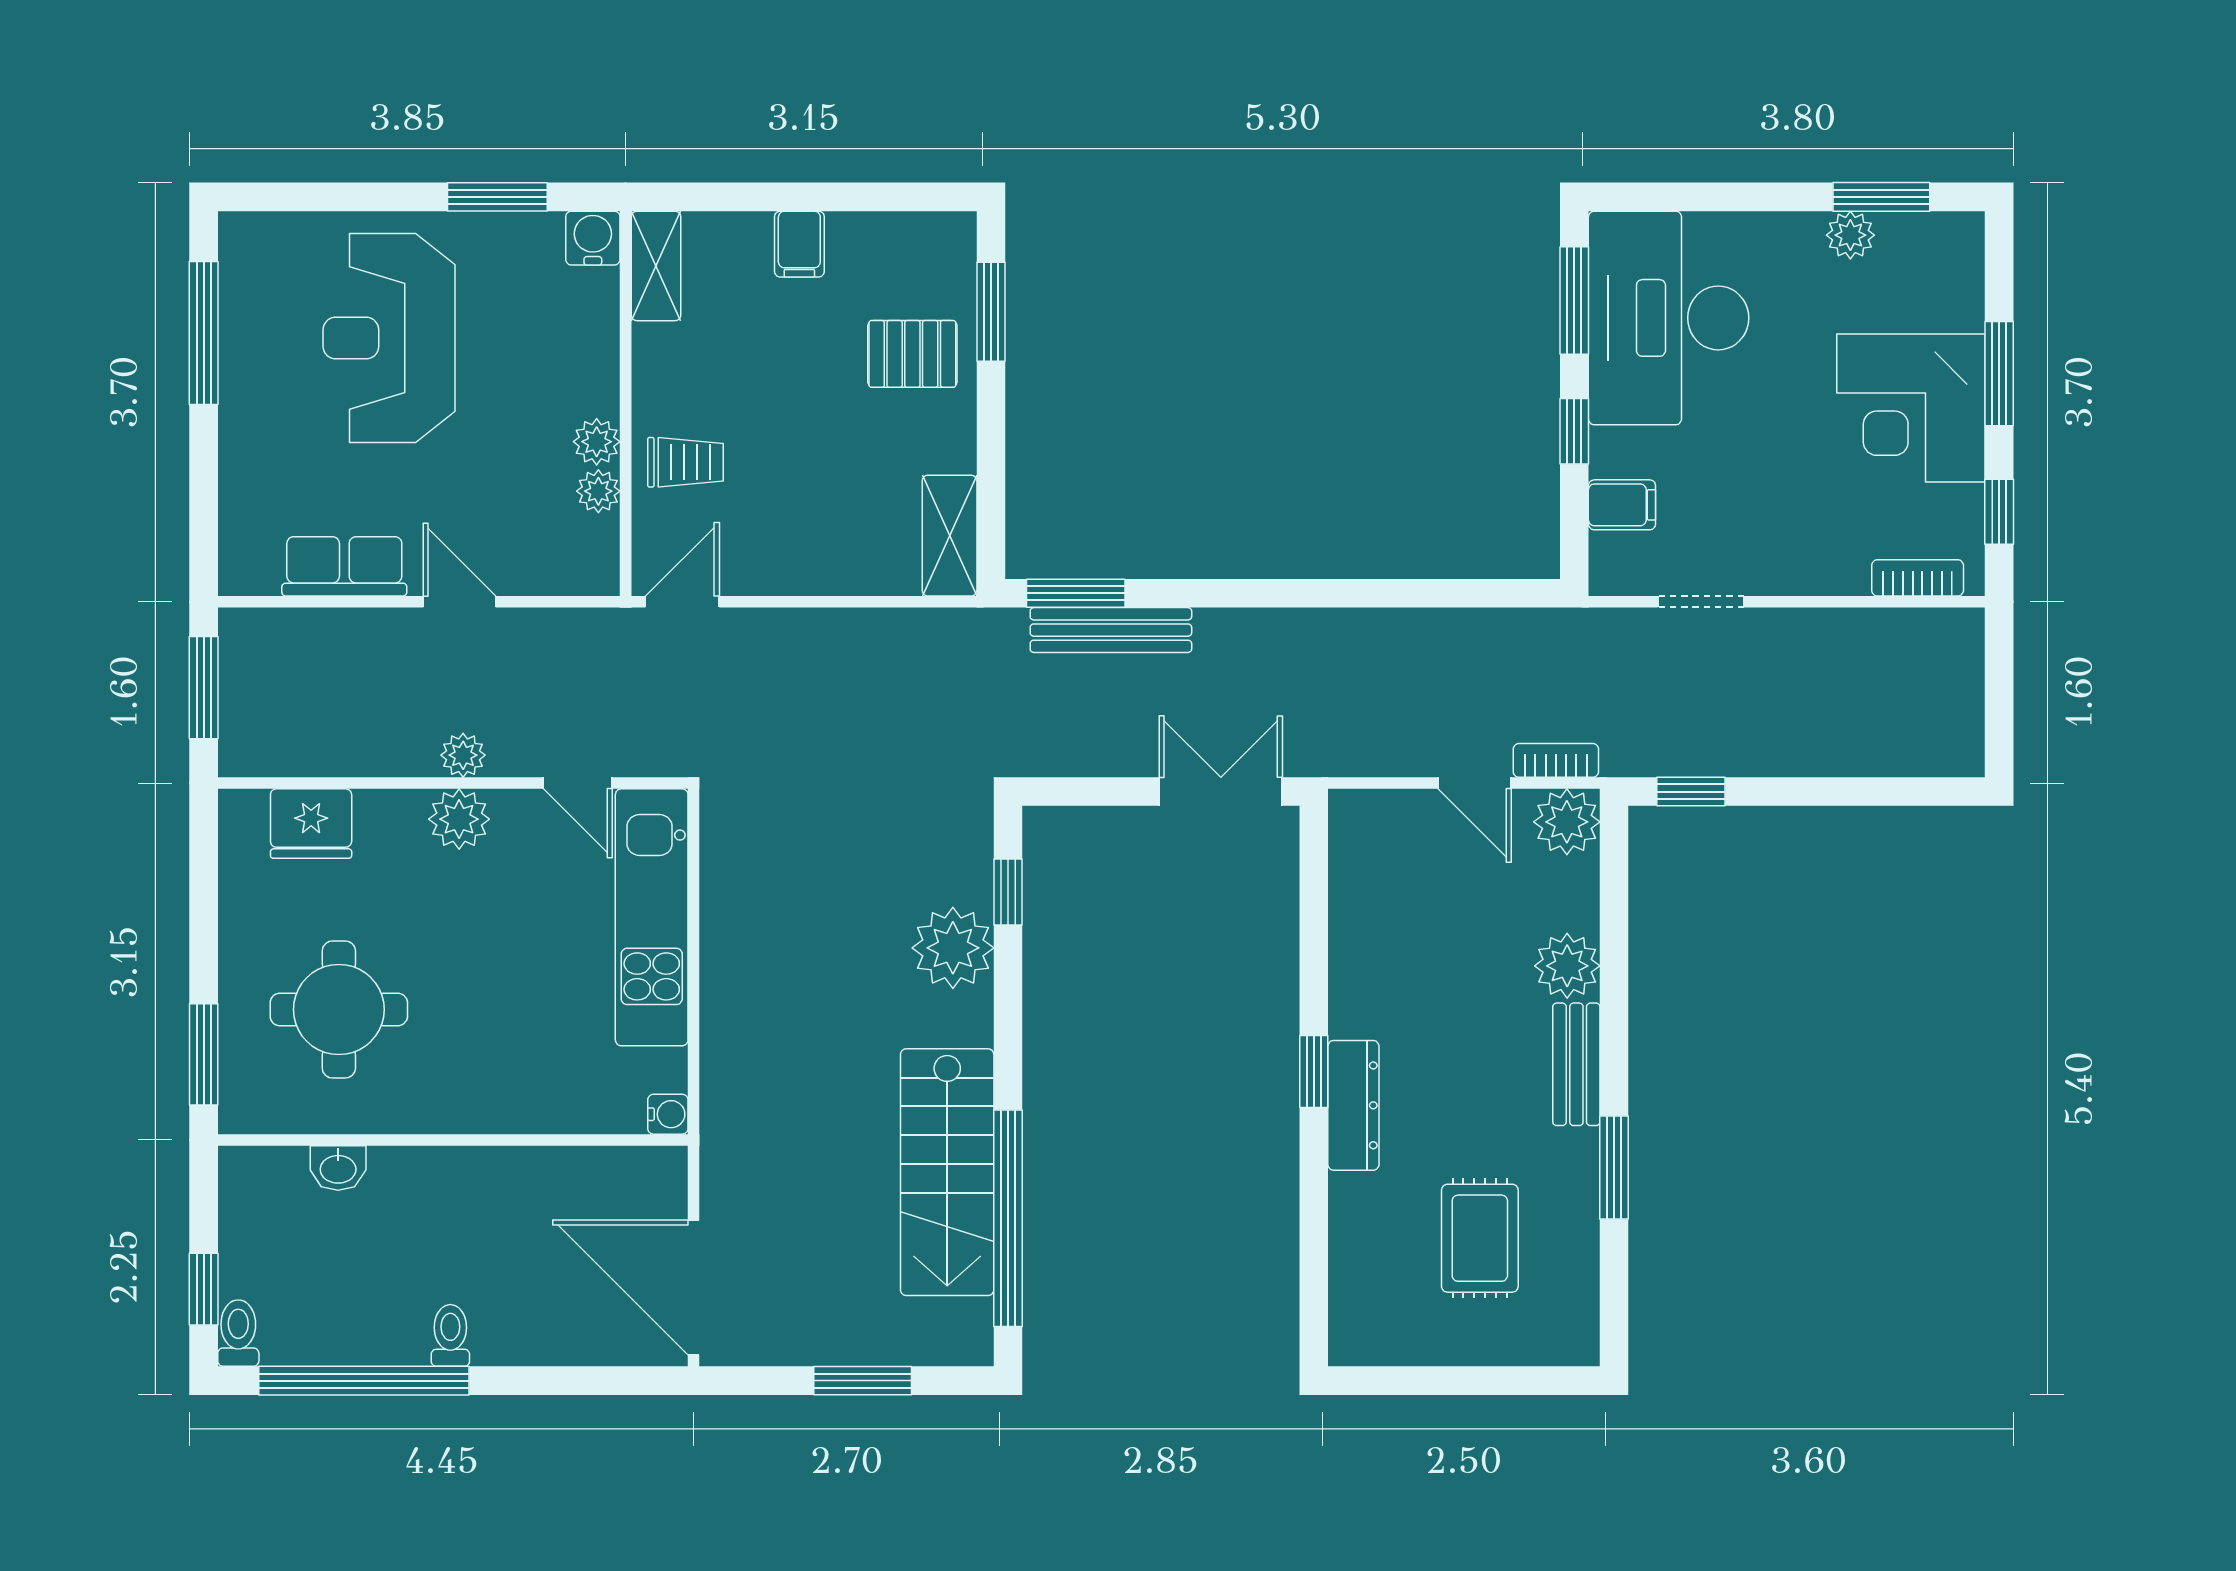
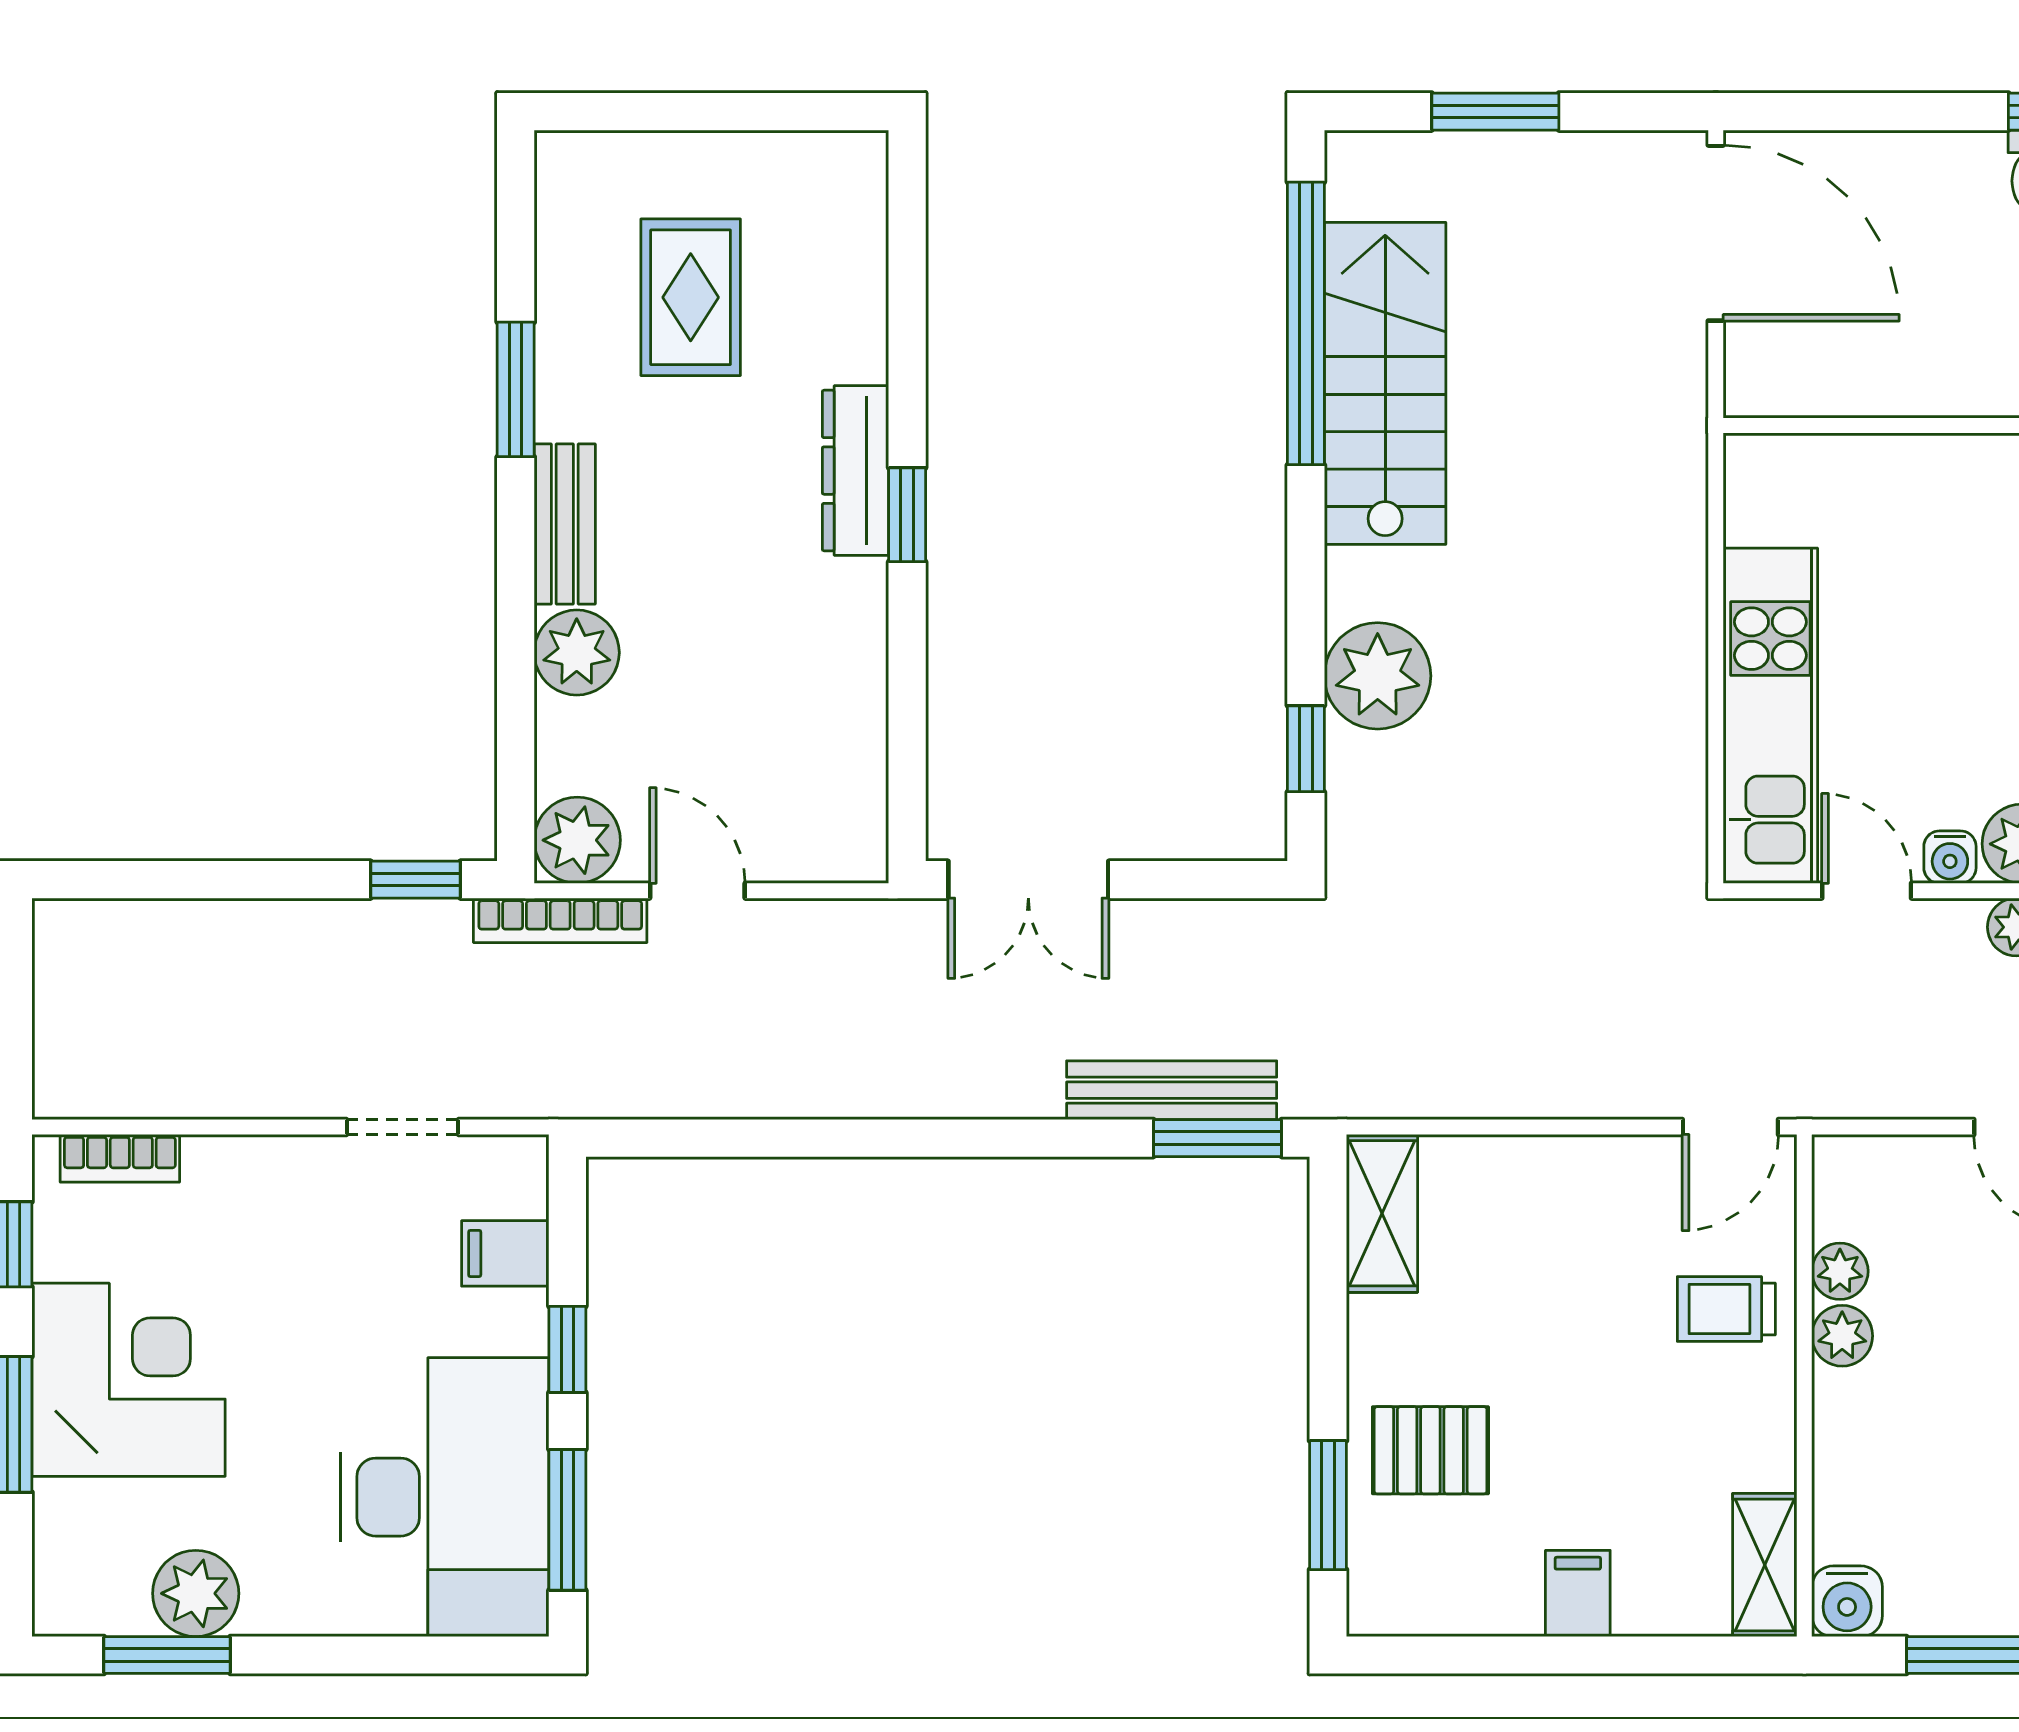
plant: (1850, 235) -> (196, 1593), width x1.38, depth x1.38
bookcase: (1556, 760) -> (560, 920), width x1.56
water cooler: (668, 1114) -> (1950, 857), moved, turned -90

